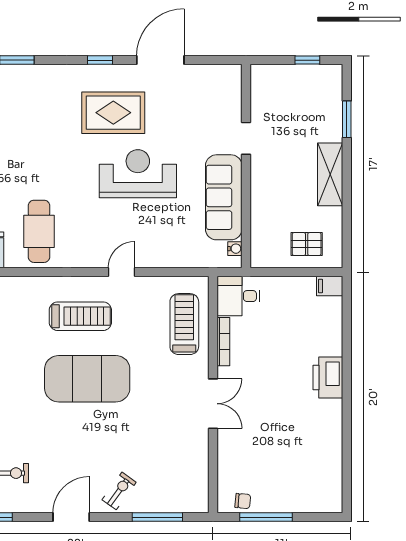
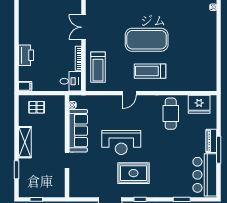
printer: (328, 377) -> (26, 55), moved

